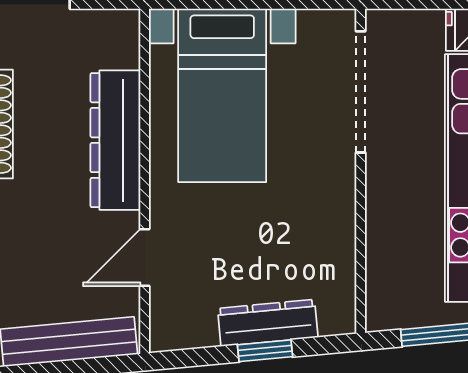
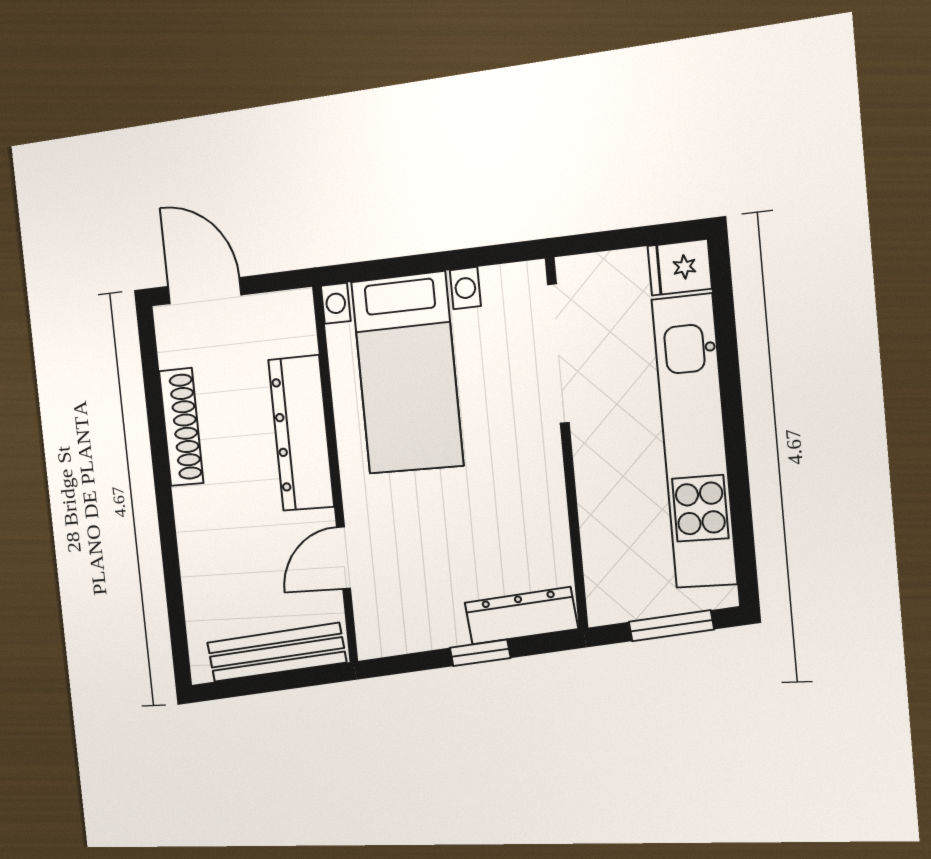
dresser: (268, 323) -> (521, 616), moved

